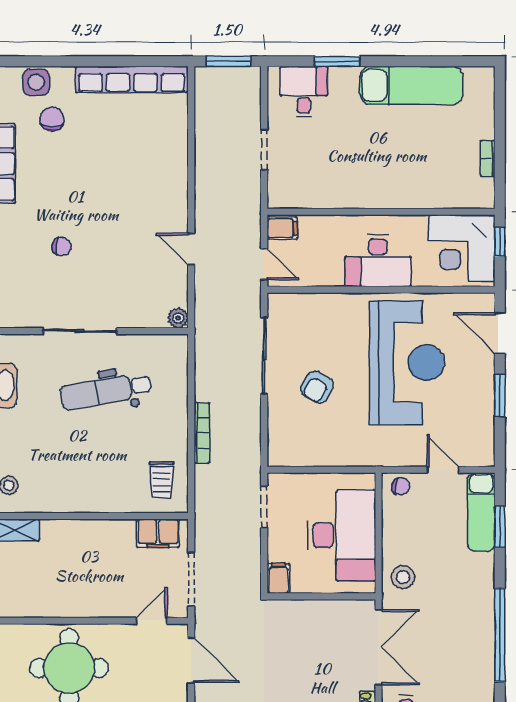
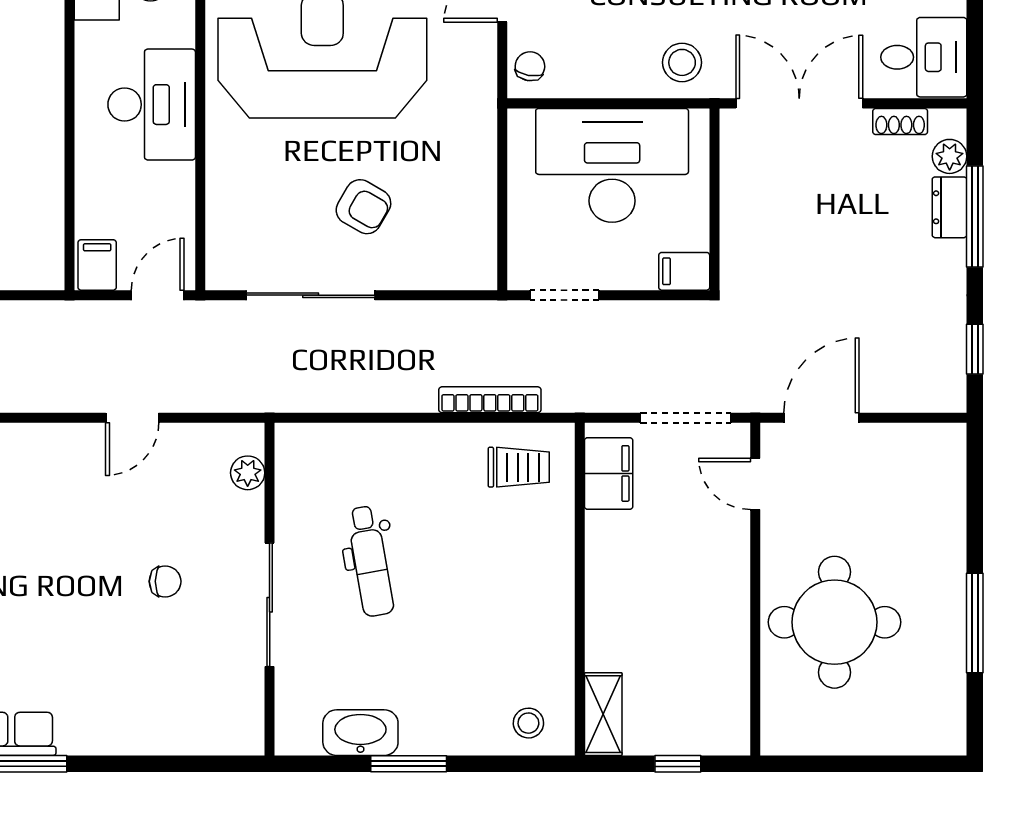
chair: (62, 246) -> (165, 581), moved, turned 84
plant: (178, 318) -> (248, 473), moved
dental chair: (106, 391) -> (370, 561), width x0.73, depth x0.72
bookcase: (202, 433) -> (490, 400), moved

